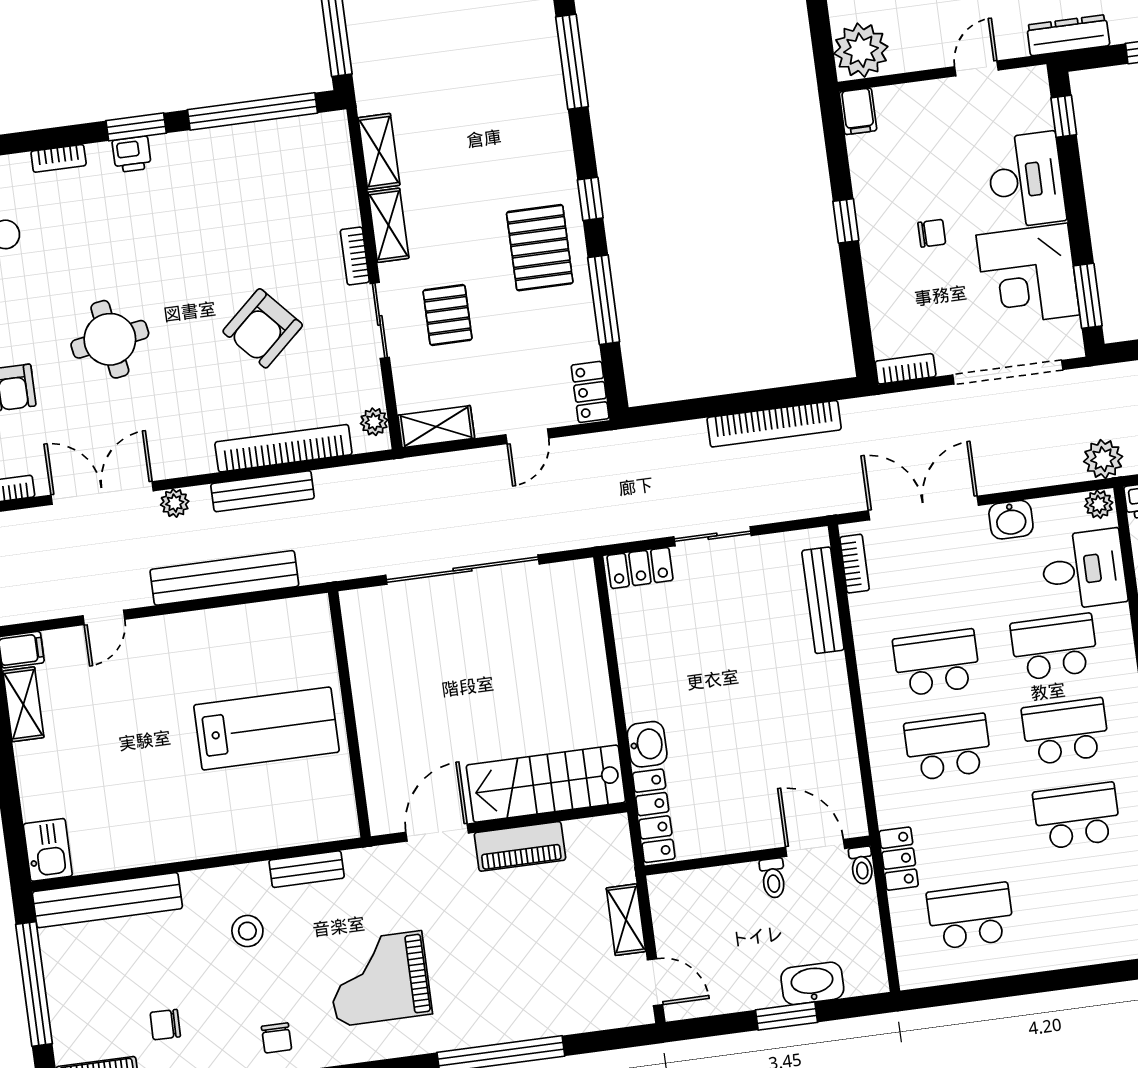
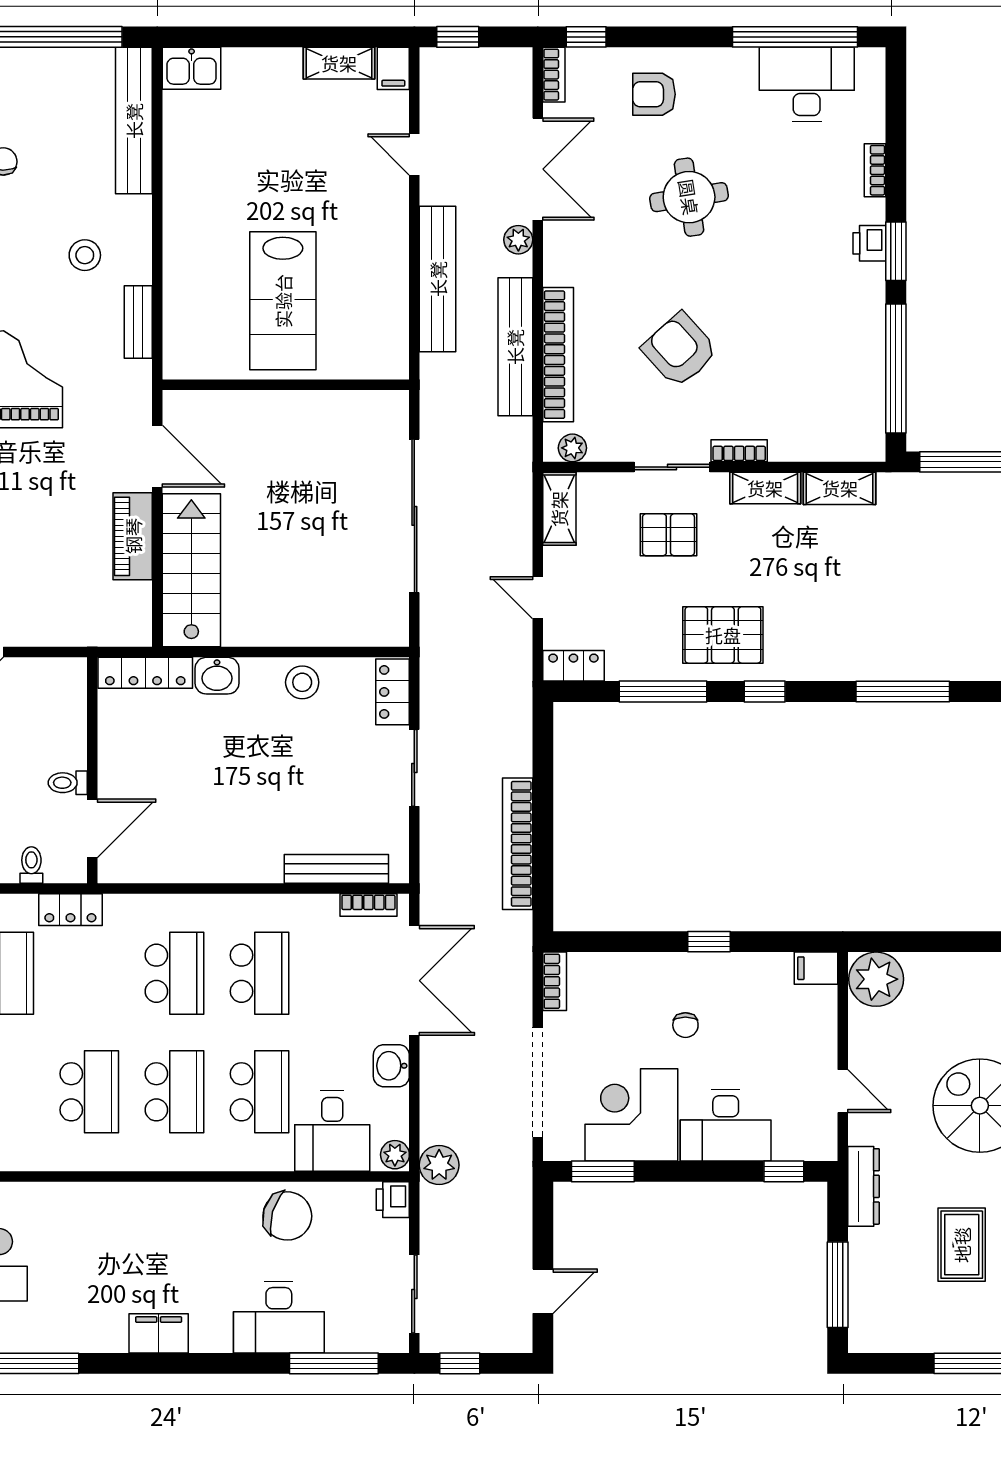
bench: (263, 491) -> (515, 347), width x1.37, depth x1.21
stool: (642, 659) -> (302, 682), added
toilet: (862, 865) -> (31, 865), moved, turned 90
shelving: (626, 920) -> (46, 632), removed

